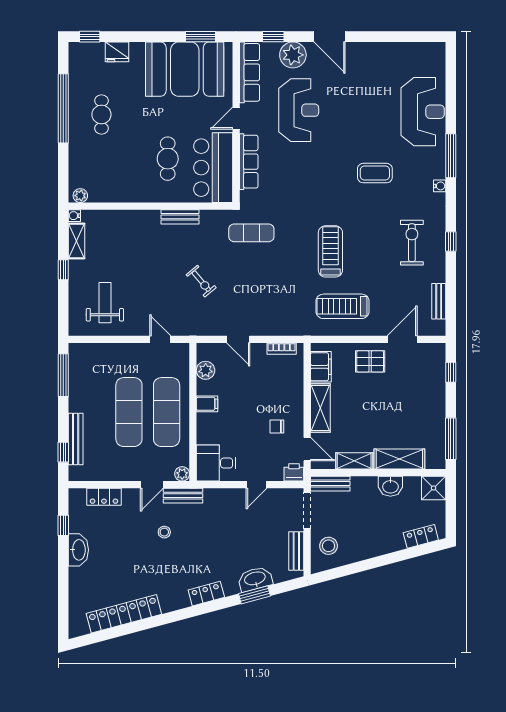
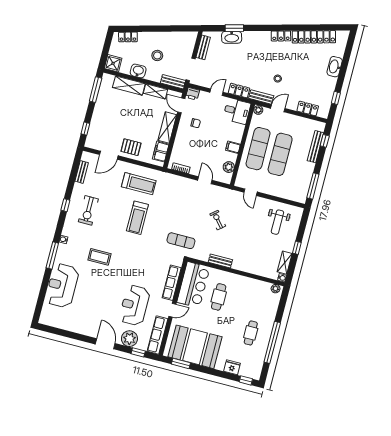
locker: (221, 497) -> (239, 91), added
stool: (329, 546) -> (157, 55), moved
washbasin: (78, 550) -> (335, 67), moved
locker: (206, 594) -> (281, 36), moved

